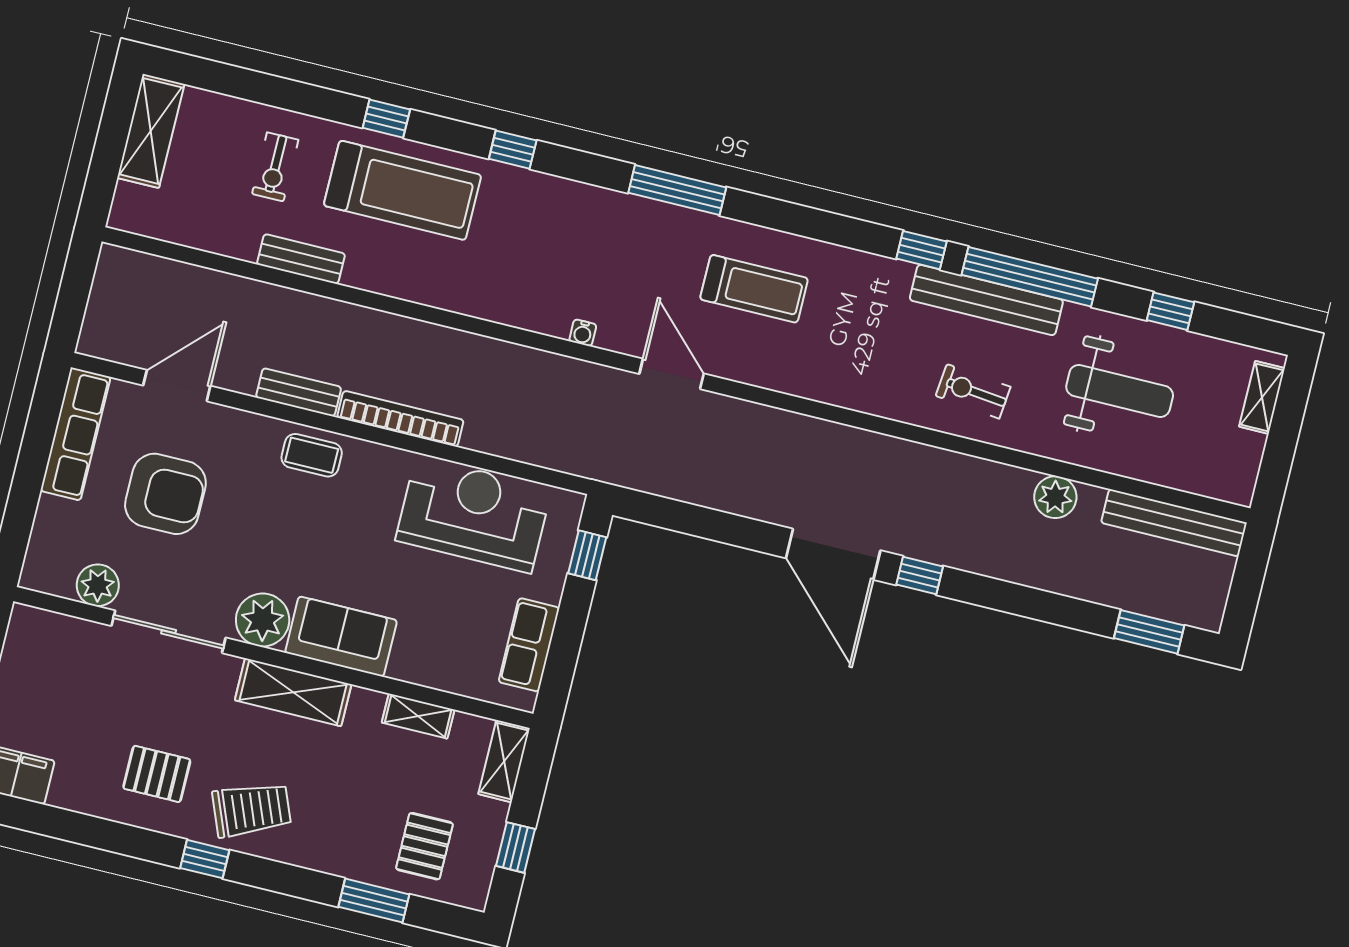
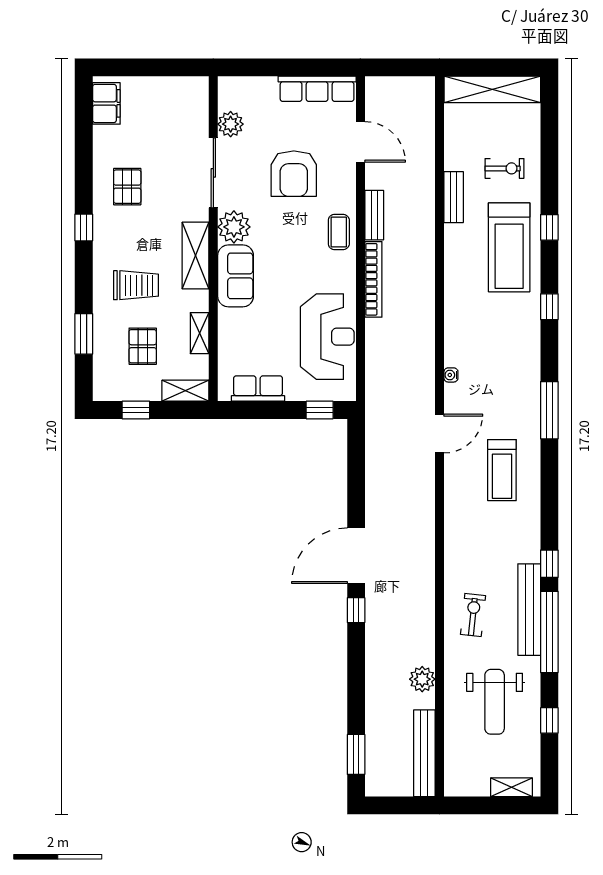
shelving: (151, 131) -> (492, 89), width x1.47
exercise bike: (275, 167) -> (505, 168), turned 180
armchair: (165, 494) -> (294, 174), moved
trolley: (252, 810) -> (136, 285), moved, turned -68
pallet: (424, 846) -> (143, 346), moved, turned 90

